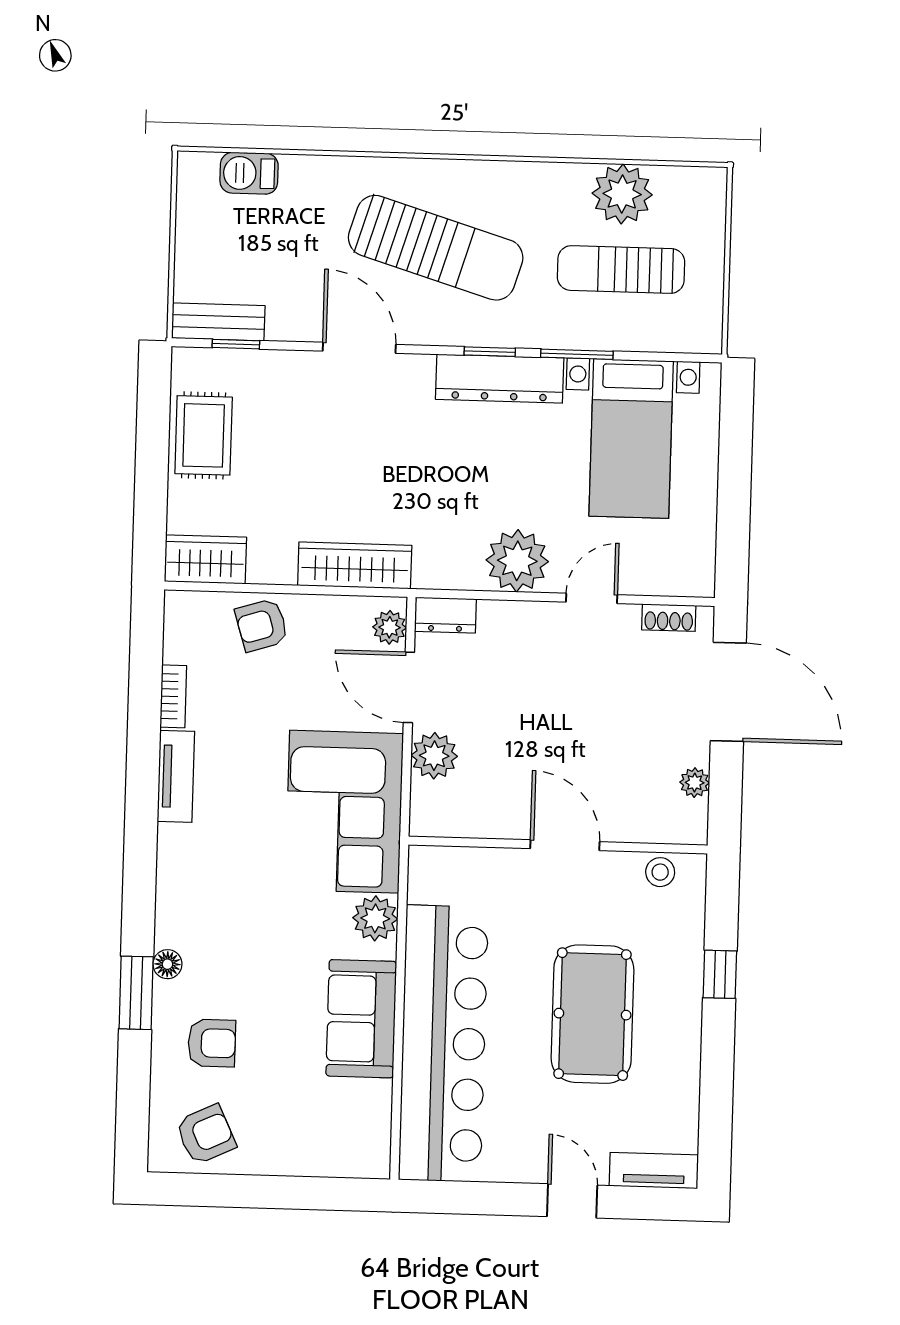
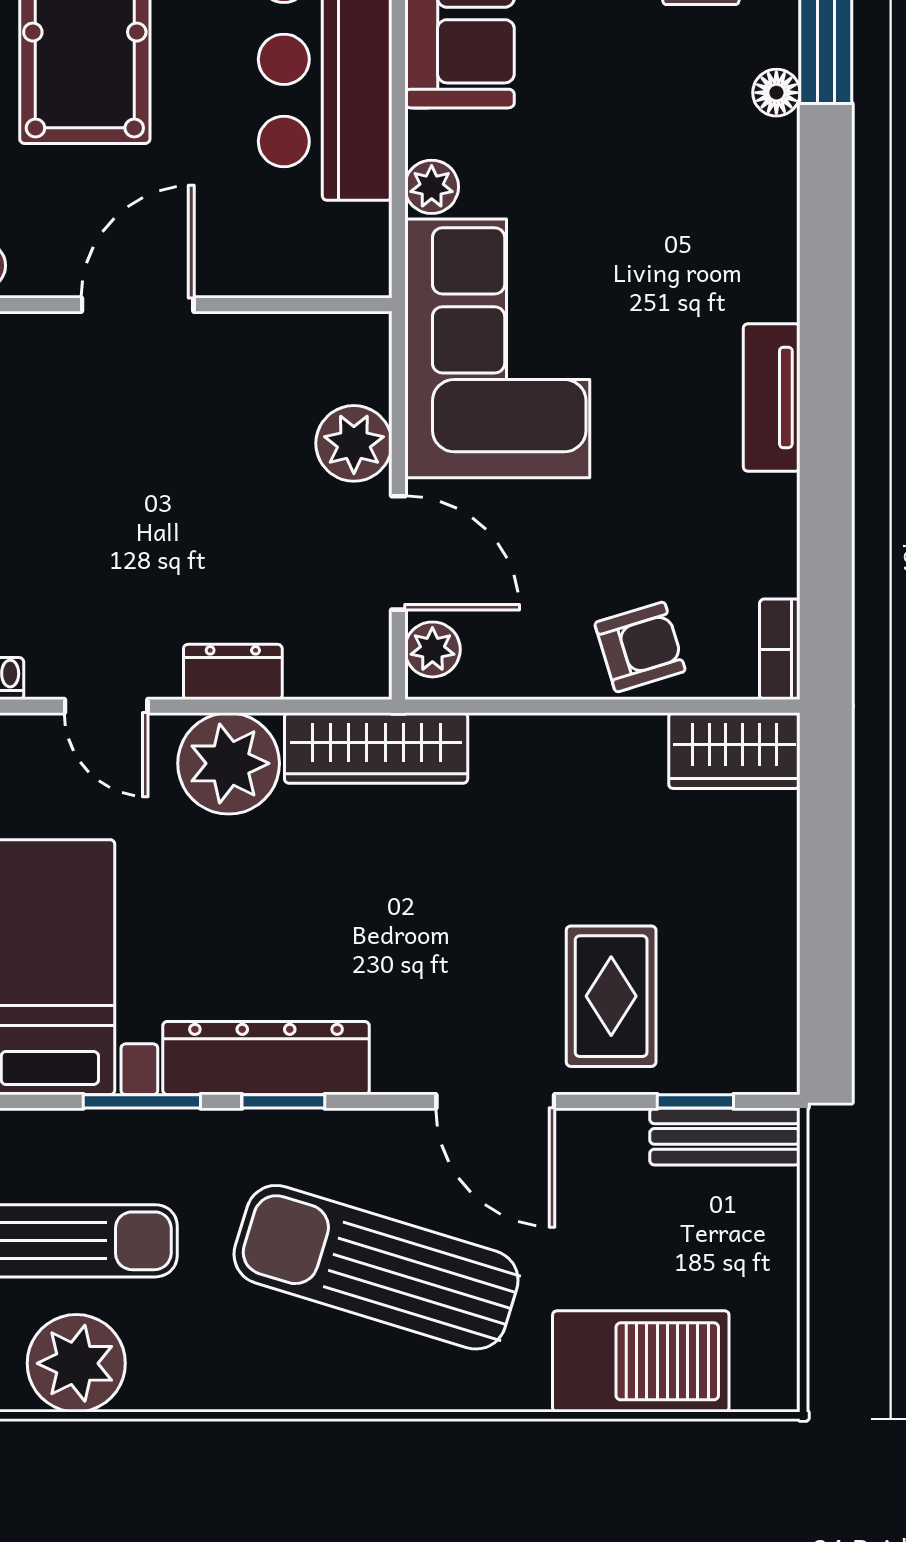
barbecue: (249, 173) -> (641, 1361), width x1.88, depth x1.53
rug: (204, 435) -> (611, 996), moved
wardrobe: (355, 565) -> (376, 748), moved
door: (592, 598) -> (106, 706), hinge flipped
dresser: (445, 615) -> (233, 672), moved
bookcase: (173, 696) -> (780, 649), moved
door: (565, 845) -> (138, 305), swing flipped
plant: (375, 918) -> (432, 187), width x0.73, depth x0.73

